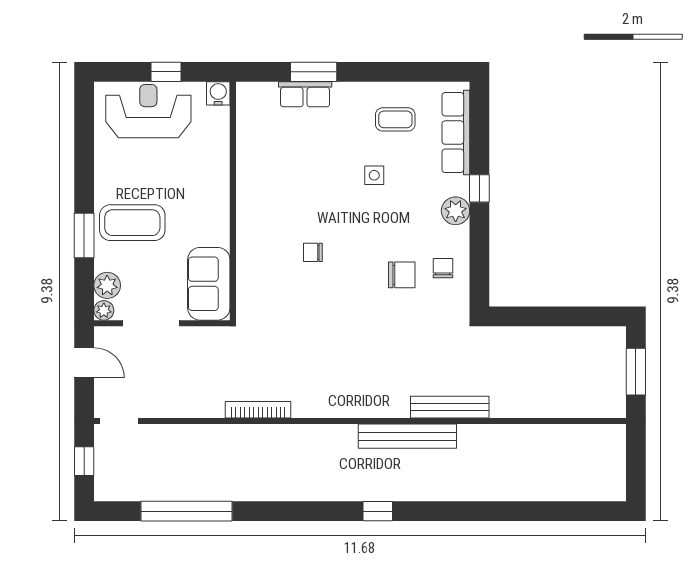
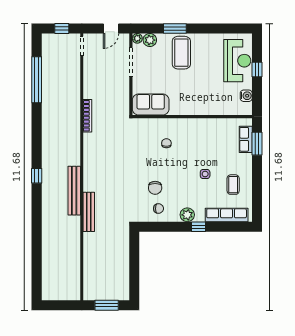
wall: (233, 201) -> (192, 117), moved
sofa: (209, 284) -> (151, 104), moved

